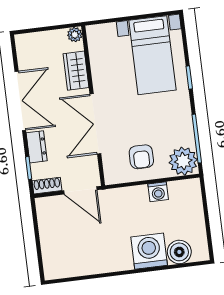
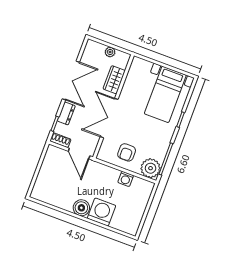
plant: (75, 35) -> (110, 52), moved
boiler: (179, 252) -> (81, 208), moved

